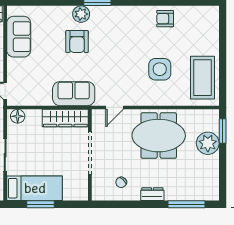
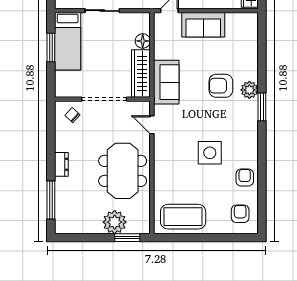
armchair: (200, 23) -> (240, 214), added
sofa: (19, 37) -> (203, 25), moved
side table: (160, 69) -> (210, 153), moved
floor lamp: (18, 116) -> (143, 41), moved
chair: (121, 182) -> (72, 115), moved

